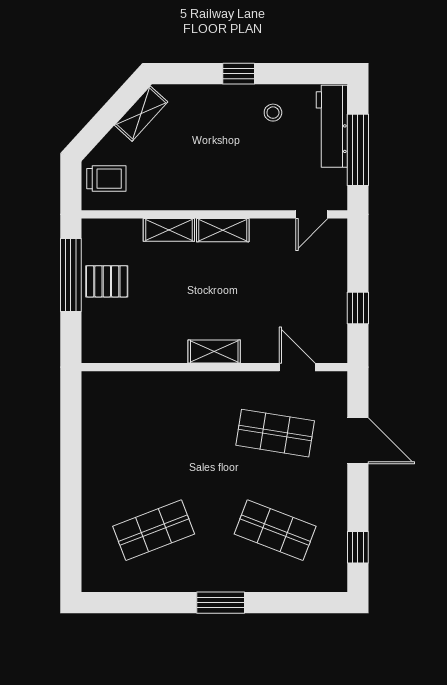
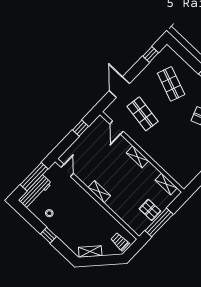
door: (312, 214) -> (67, 170), hinge flipped
shelving: (169, 230) -> (166, 184), moved

